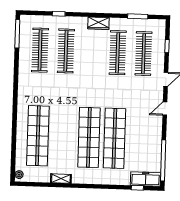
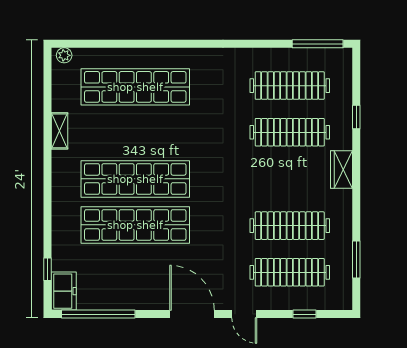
wardrobe: (98, 23) -> (342, 169), moved
door: (165, 108) -> (192, 314), width x1.87
freezer: (146, 179) -> (64, 291), width x0.71

